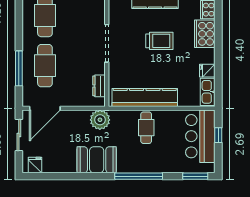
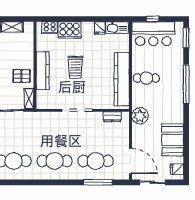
trolley: (159, 41) -> (75, 67), turned 180
booth: (97, 160) -> (173, 140), moved

